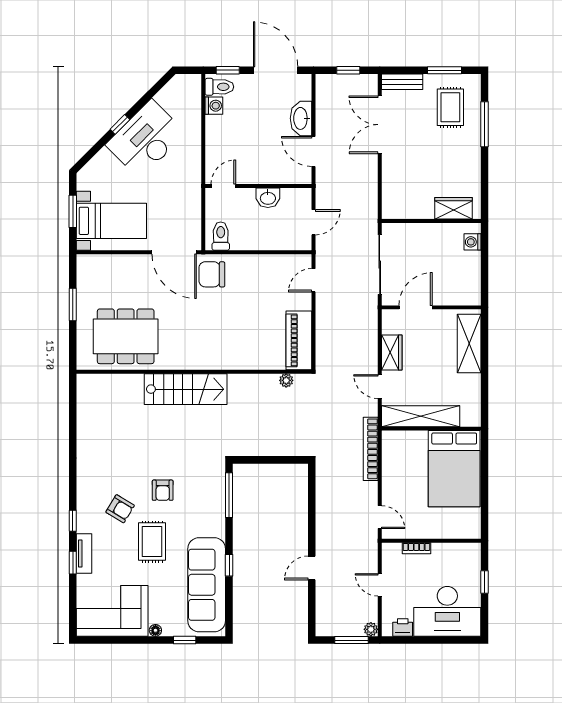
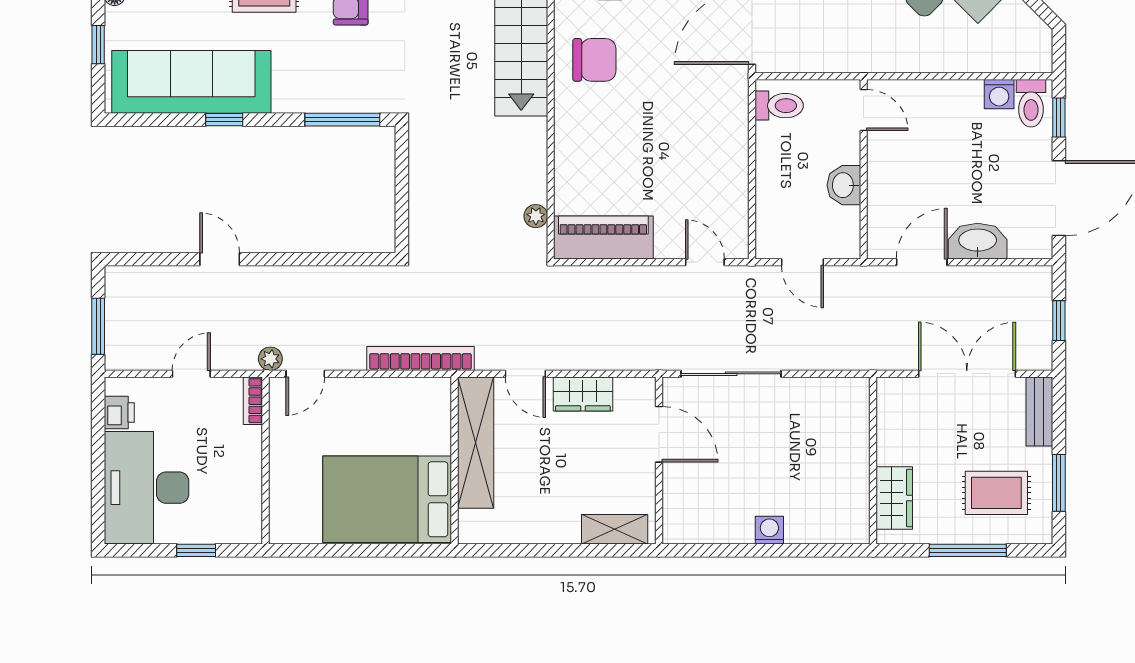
wardrobe: (453, 208) -> (894, 498), moved
wall: (431, 221) -> (873, 460), moved
chair: (212, 274) -> (594, 60), moved, turned 90
shelving: (469, 344) -> (615, 529), width x0.67, depth x0.75
door: (380, 387) -> (525, 374), swing flipped
bookcase: (416, 548) -> (253, 401), moved
plant: (371, 629) -> (270, 359), moved

